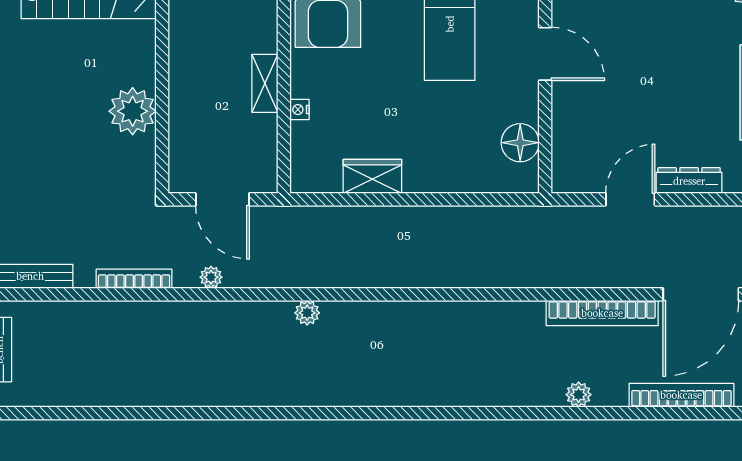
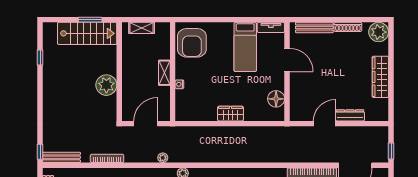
wardrobe: (372, 176) -> (231, 114), moved
door: (222, 199) -> (146, 124), swing flipped
plant: (211, 277) -> (163, 158), moved

